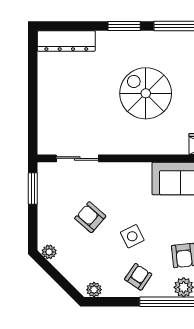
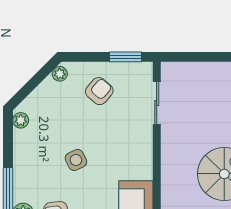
armchair: (90, 217) -> (99, 91), moved
armchair: (138, 277) -> (34, 166), removed

